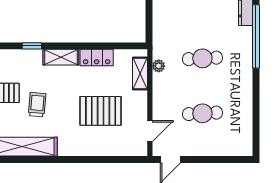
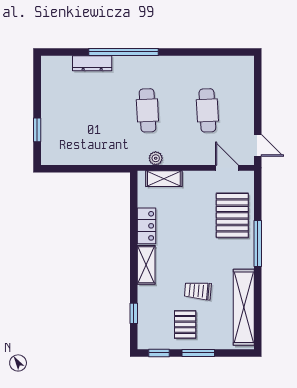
window: (32, 46) -> (134, 313), moved
pallet: (101, 111) -> (232, 215), moved
window: (80, 160) -> (258, 243), added

